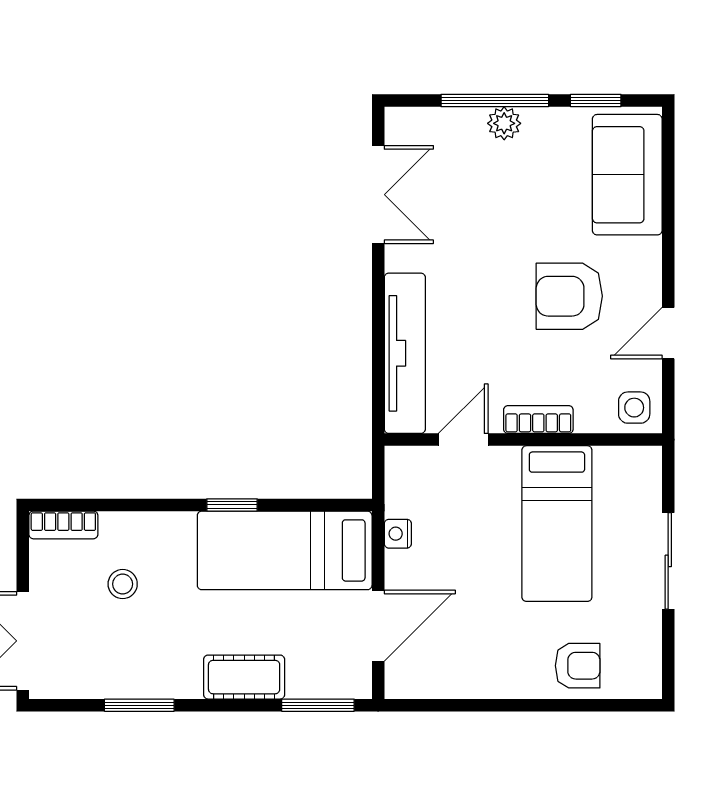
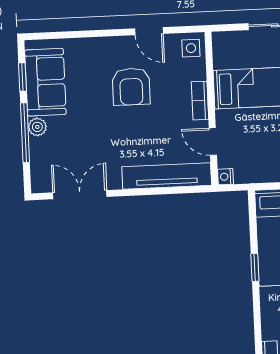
sofa: (627, 175) -> (45, 82), moved, turned -90
nightstand: (398, 534) -> (225, 177), moved, turned 90

